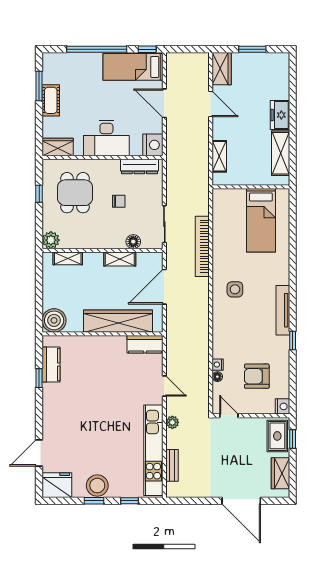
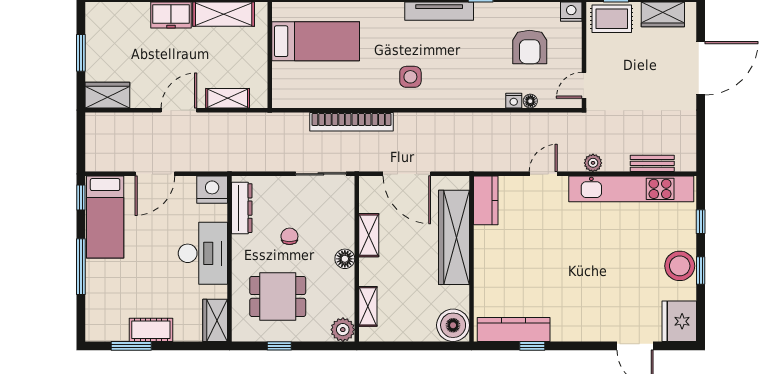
window: (97, 49) -> (81, 267), width x0.68
door: (211, 104) -> (179, 110), moved
floor lamp: (133, 242) -> (345, 259), moved
kitchen counter: (51, 365) -> (514, 329), width x1.50

